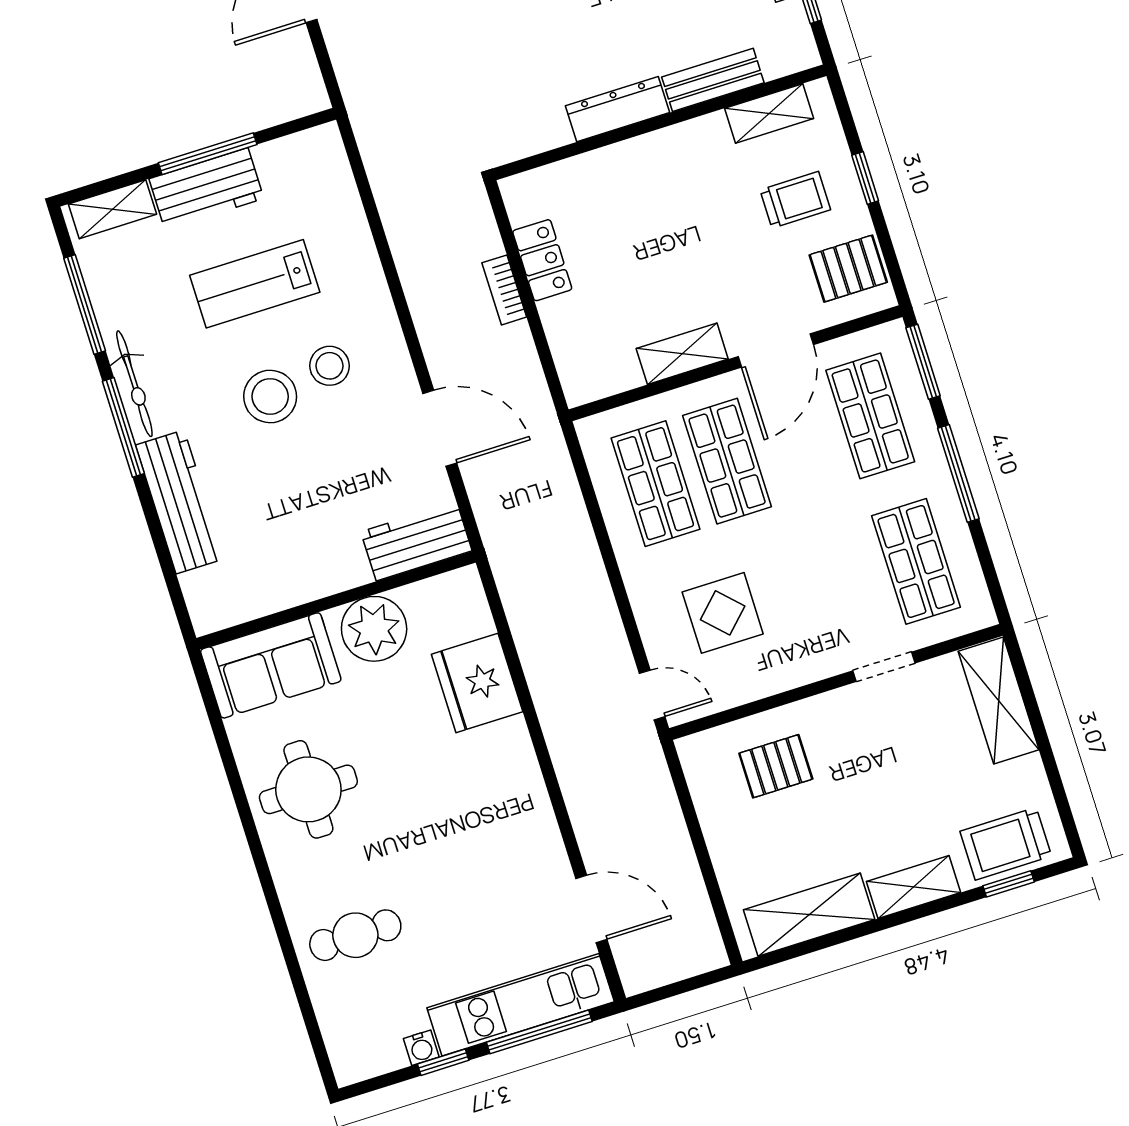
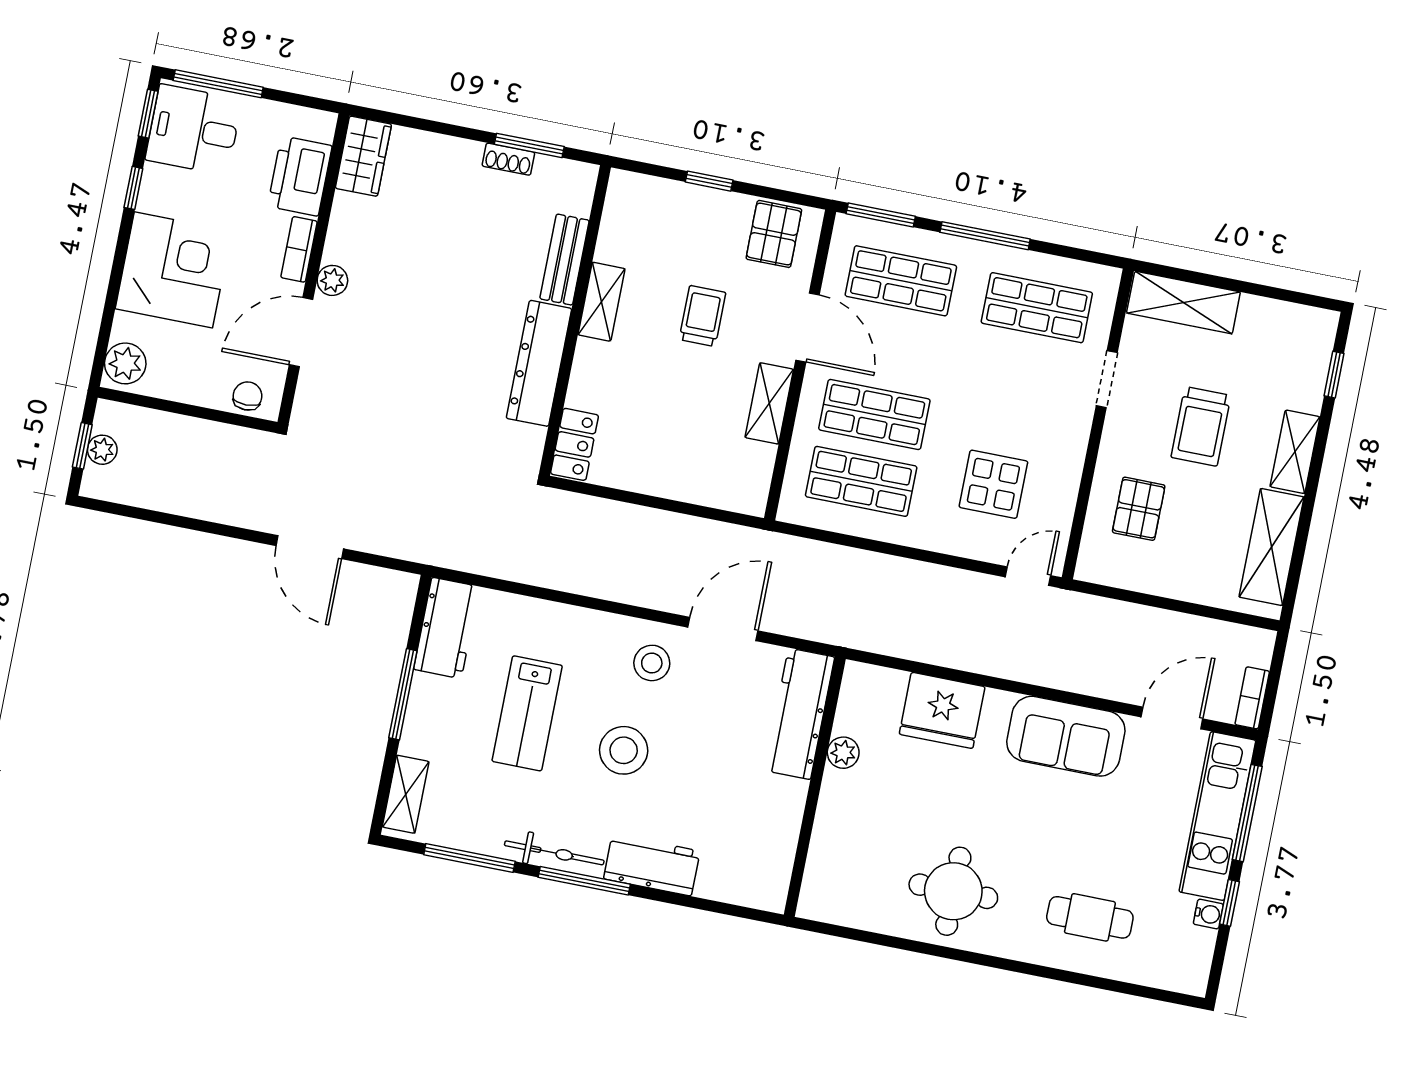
dresser: (617, 109) -> (539, 363), width x1.37, depth x1.24
shelving: (769, 113) -> (601, 302), moved
workbench: (206, 189) -> (447, 628), moved
trolley: (795, 200) -> (702, 316), moved
locker: (542, 260) -> (574, 444), moved, turned 90
bookcase: (504, 290) -> (1252, 698), moved, turned 90
stool: (330, 366) -> (652, 663), moved
workbench: (180, 502) -> (652, 865), width x0.73
workbench: (416, 541) -> (799, 714), width x1.38
plant: (374, 629) -> (843, 753), width x0.53, depth x0.53
sofa: (271, 665) -> (1066, 736), moved, turned 90
trolley: (1006, 844) -> (1201, 426), moved
cafe table: (355, 935) -> (1090, 917), turned 90

